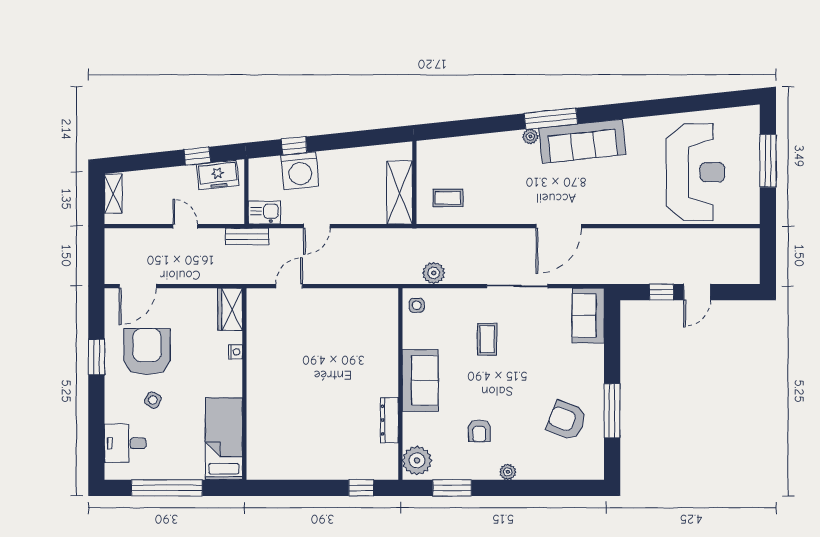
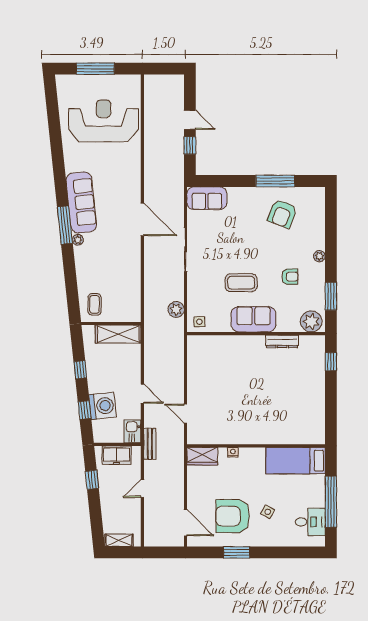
window: (350, 140) -> (80, 370), added
freezer: (218, 175) -> (117, 455), moved, turned 96
coffee table: (448, 198) -> (95, 304), moved
coffee table: (487, 339) -> (241, 283), moved, width x1.36, depth x1.30
desk: (125, 443) -> (310, 522), moved, turned -90

